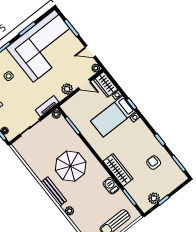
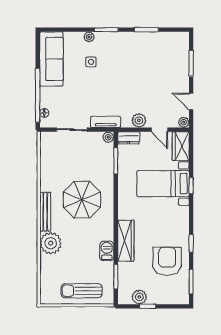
corner sofa: (44, 46) -> (150, 60), removed
dresser: (69, 105) -> (129, 138), added
armchair: (154, 163) -> (167, 261), width x1.88, depth x1.88
plant: (69, 211) -> (51, 243), width x1.87, depth x1.87

